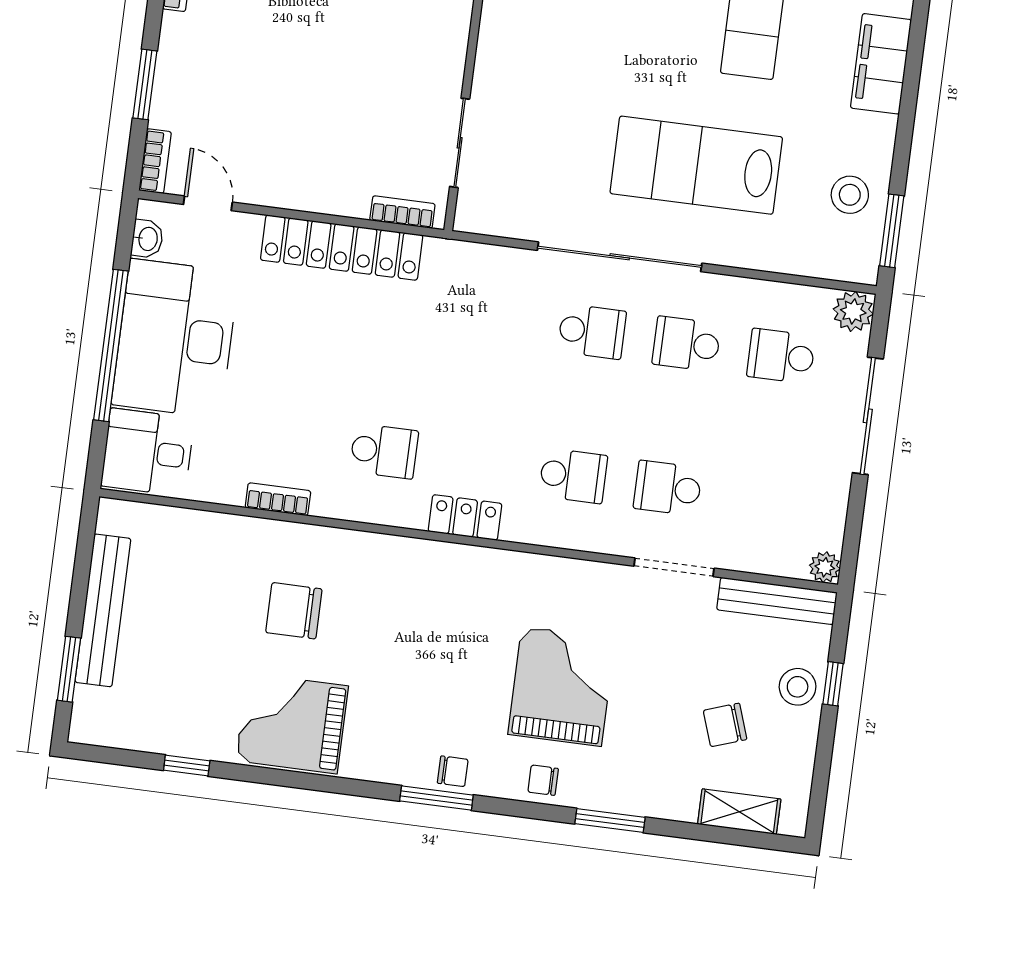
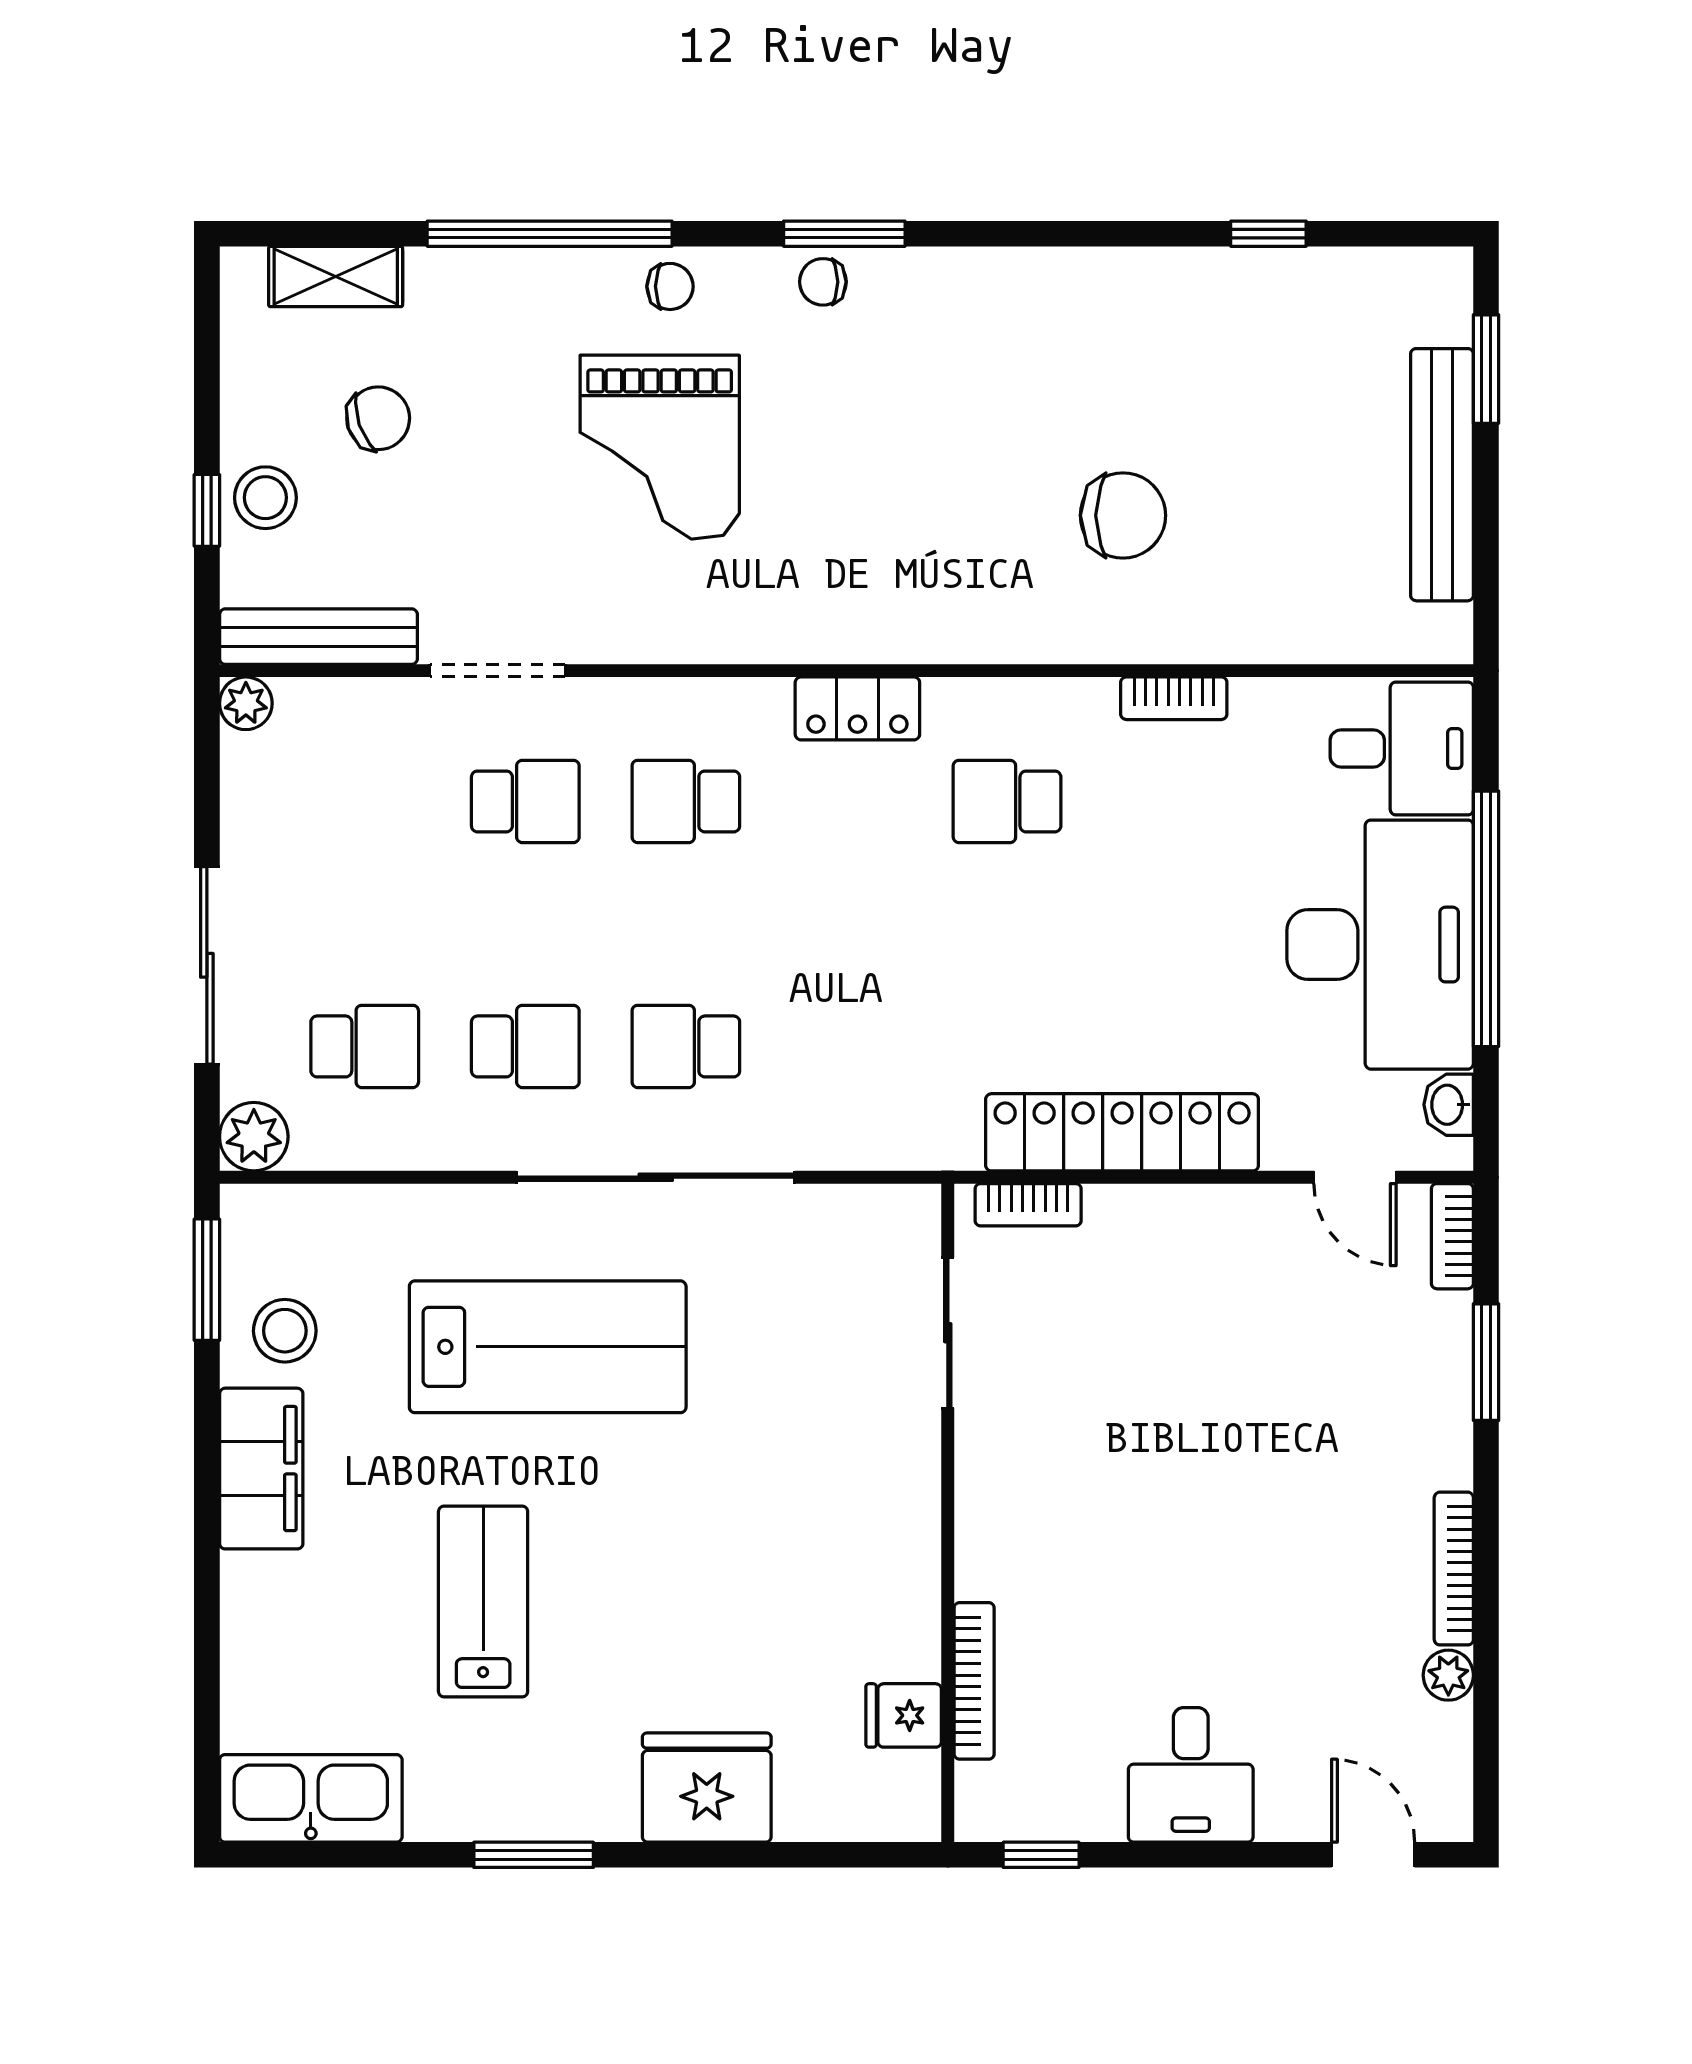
filing cabinet: (881, 64) -> (261, 1469), moved
grand piano: (292, 723) -> (1102, 327), removed
window: (610, 821) -> (550, 234), width x2.11

